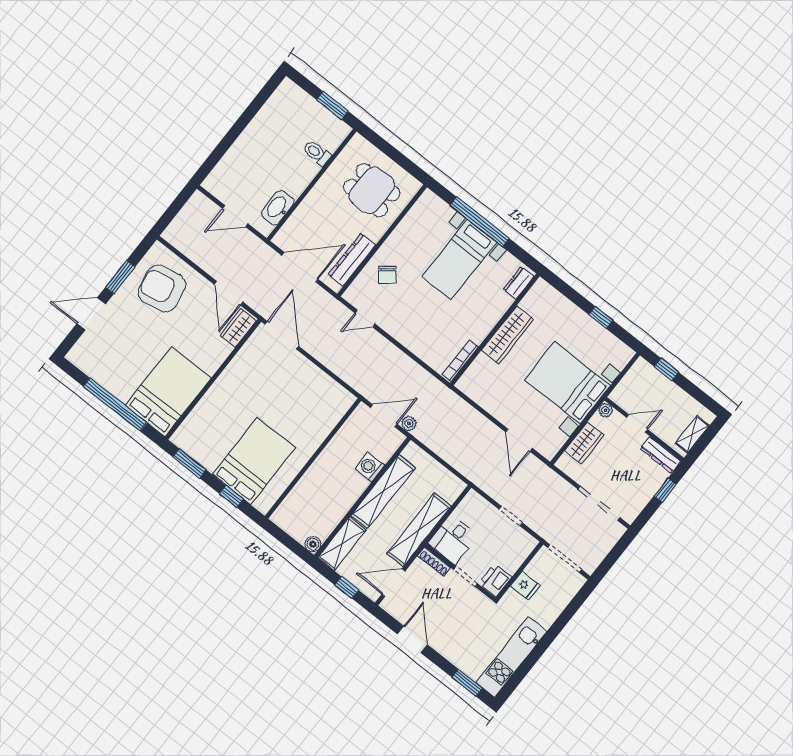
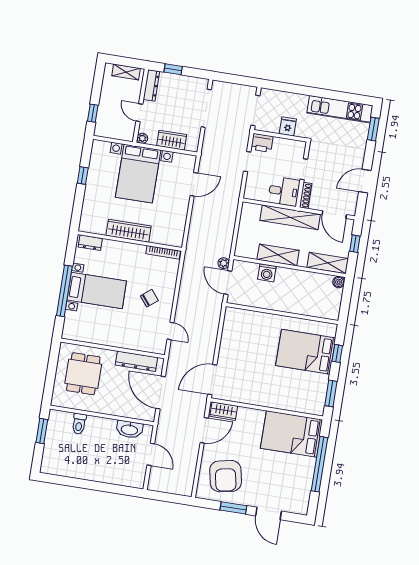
chair: (387, 275) -> (149, 298), moved
shelving: (383, 492) -> (278, 255), width x0.68
printer: (495, 580) -> (262, 143), moved

